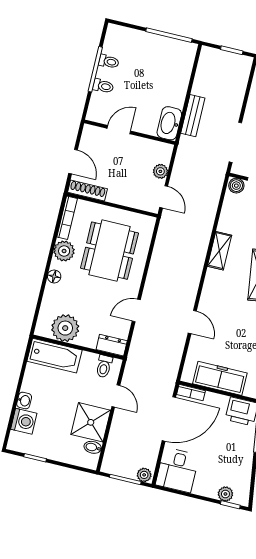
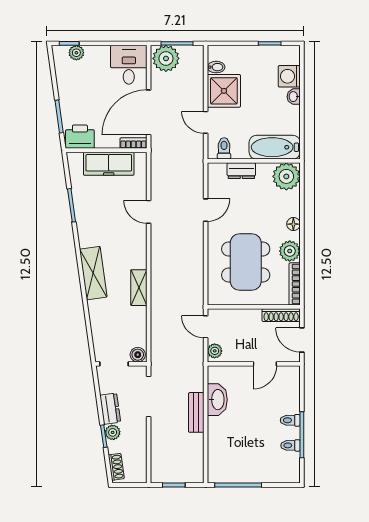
door: (119, 130) -> (265, 364), moved
wall: (130, 132) -> (254, 364), moved
plant: (65, 328) -> (286, 176), moved
dresser: (112, 345) -> (241, 171), moved
plant: (144, 475) -> (166, 58), width x1.88, depth x1.88

